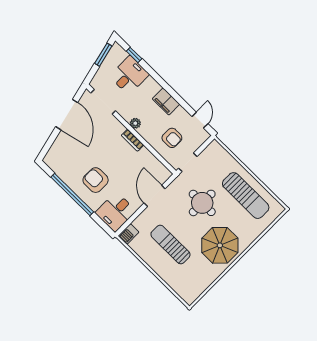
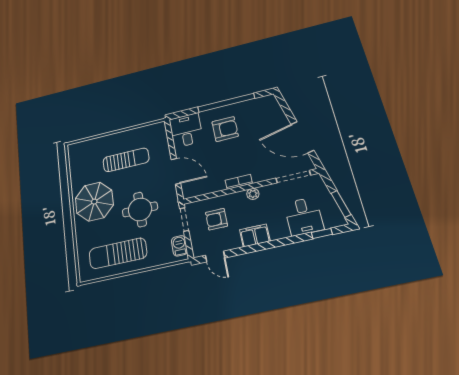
barbecue: (129, 234) -> (179, 246), moved

